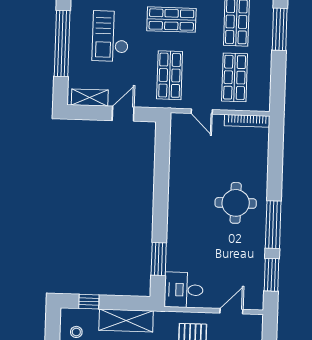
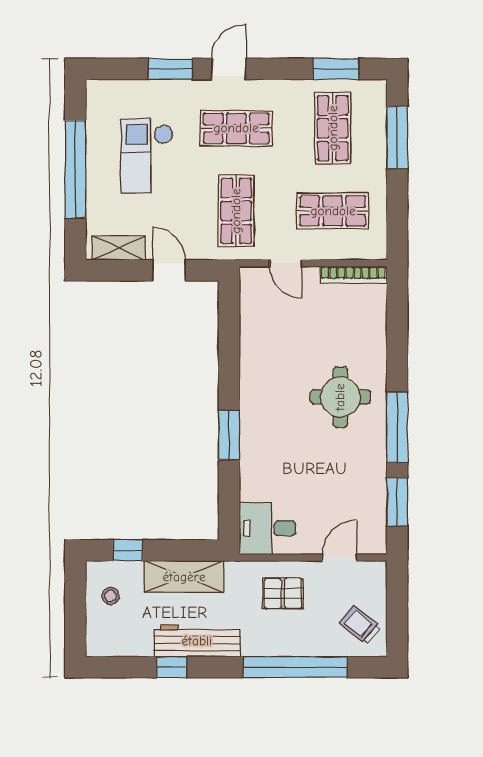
shop shelf: (235, 77) -> (333, 211), turned 90
door: (123, 114) -> (169, 270), hinge flipped
window: (159, 259) -> (229, 435), moved

